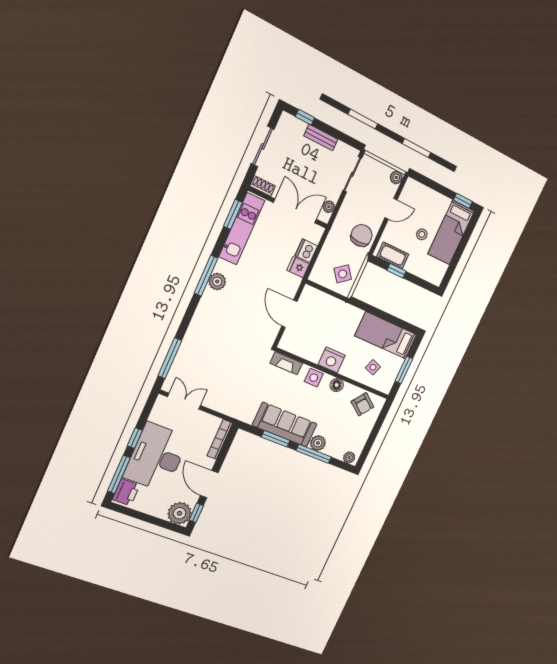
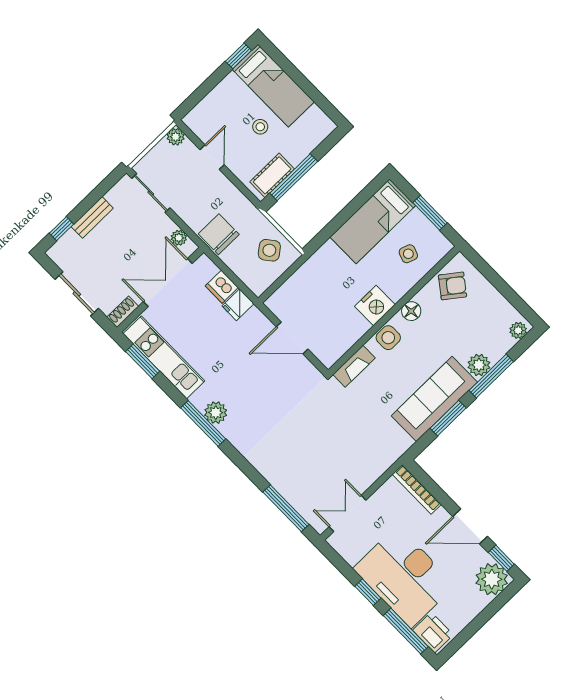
chair: (361, 236) -> (219, 234), moved
window: (396, 271) -> (294, 177), width x2.17

